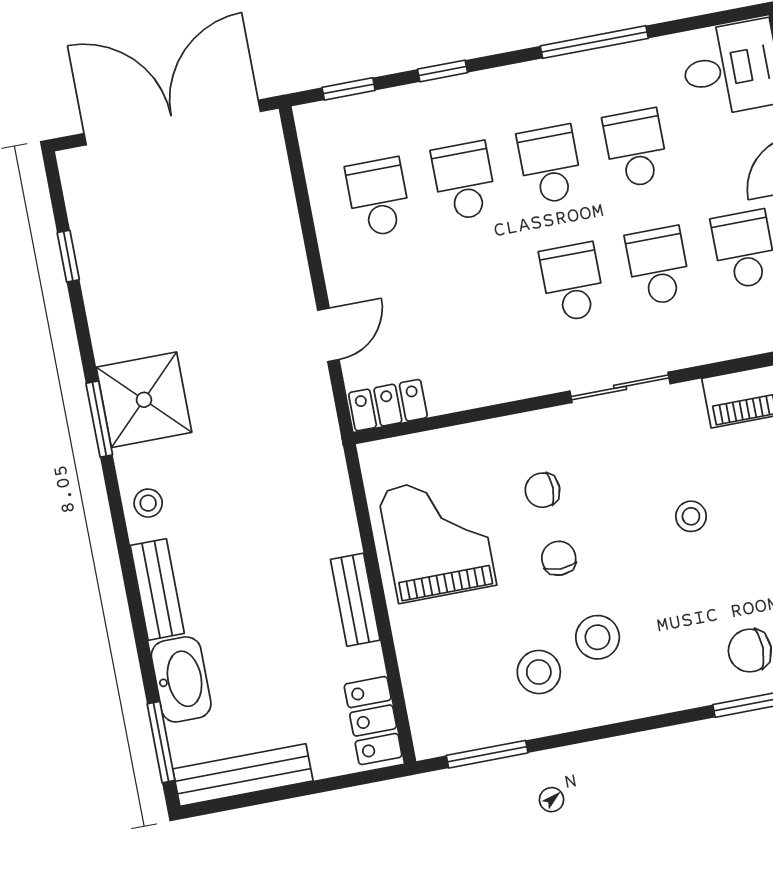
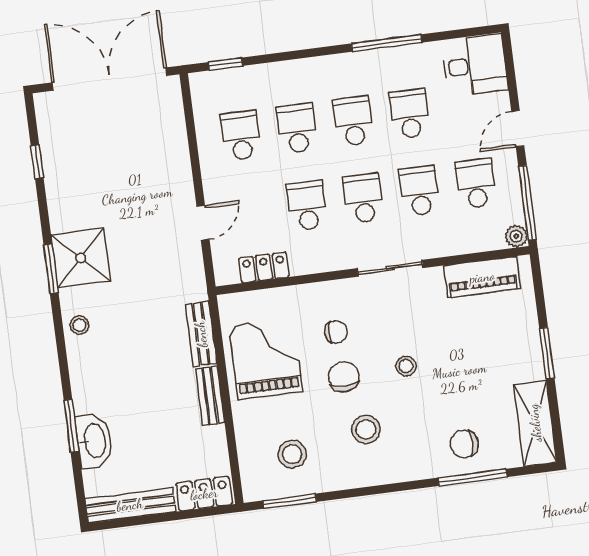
window: (443, 71) -> (287, 56), removed
school desk: (487, 299) -> (307, 205), added
locker: (388, 405) -> (264, 268), moved
chair: (542, 490) -> (336, 332), turned 180
stool: (691, 516) -> (406, 366), moved
chair: (559, 558) -> (344, 377), width x1.37, depth x1.37
bench: (157, 589) -> (201, 334), moved
stool: (539, 672) -> (292, 454), moved
locker: (373, 721) -> (204, 494), moved, turned 90
window: (161, 742) -> (71, 426), moved

